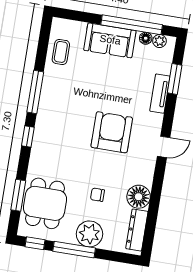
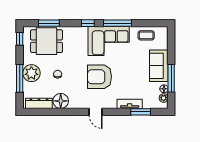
window: (132, 25) -> (171, 78), width x0.68
corner sofa: (60, 110) -> (109, 41), added
armchair: (112, 132) -> (99, 77), turned 180
window: (74, 250) -> (20, 78), moved

